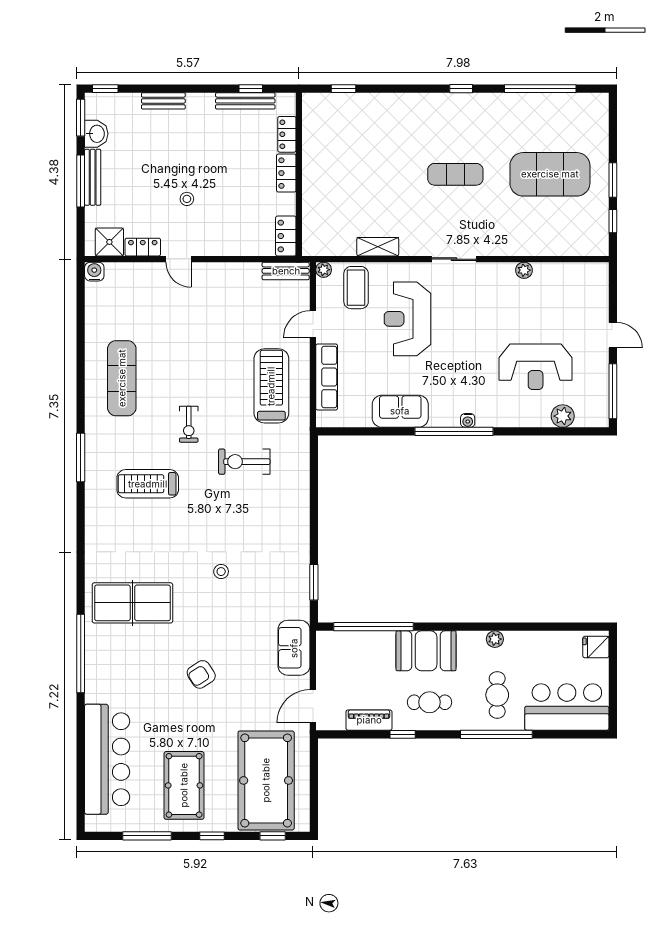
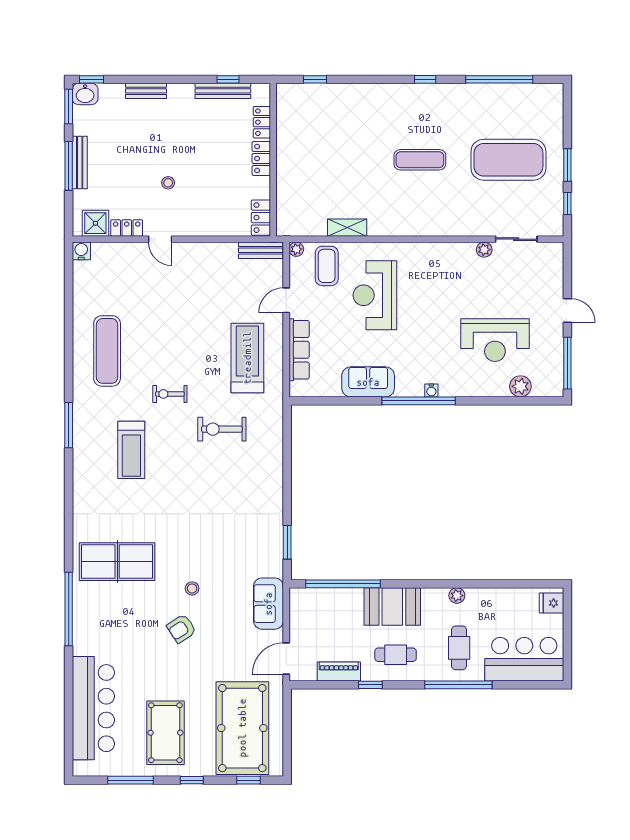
washbasin: (96, 134) -> (85, 94), moved, turned 90
sliding door: (454, 259) -> (516, 239), moved
exercise bike: (189, 424) -> (170, 394), turned 90
treadmill: (148, 484) -> (131, 450), turned -90
stool: (221, 572) -> (192, 588), moved

